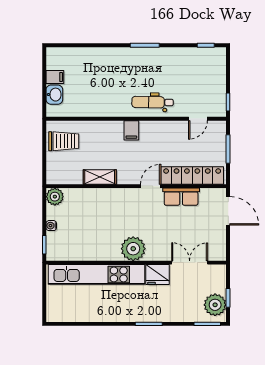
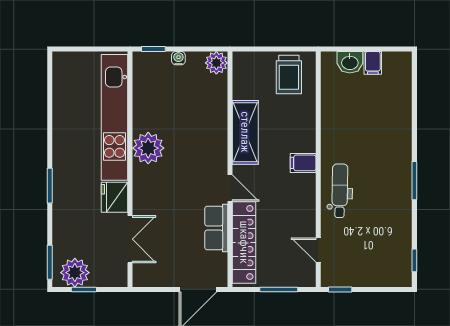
shelving: (100, 177) -> (245, 132), width x1.50, depth x1.33
plant: (133, 249) -> (148, 148), moved

